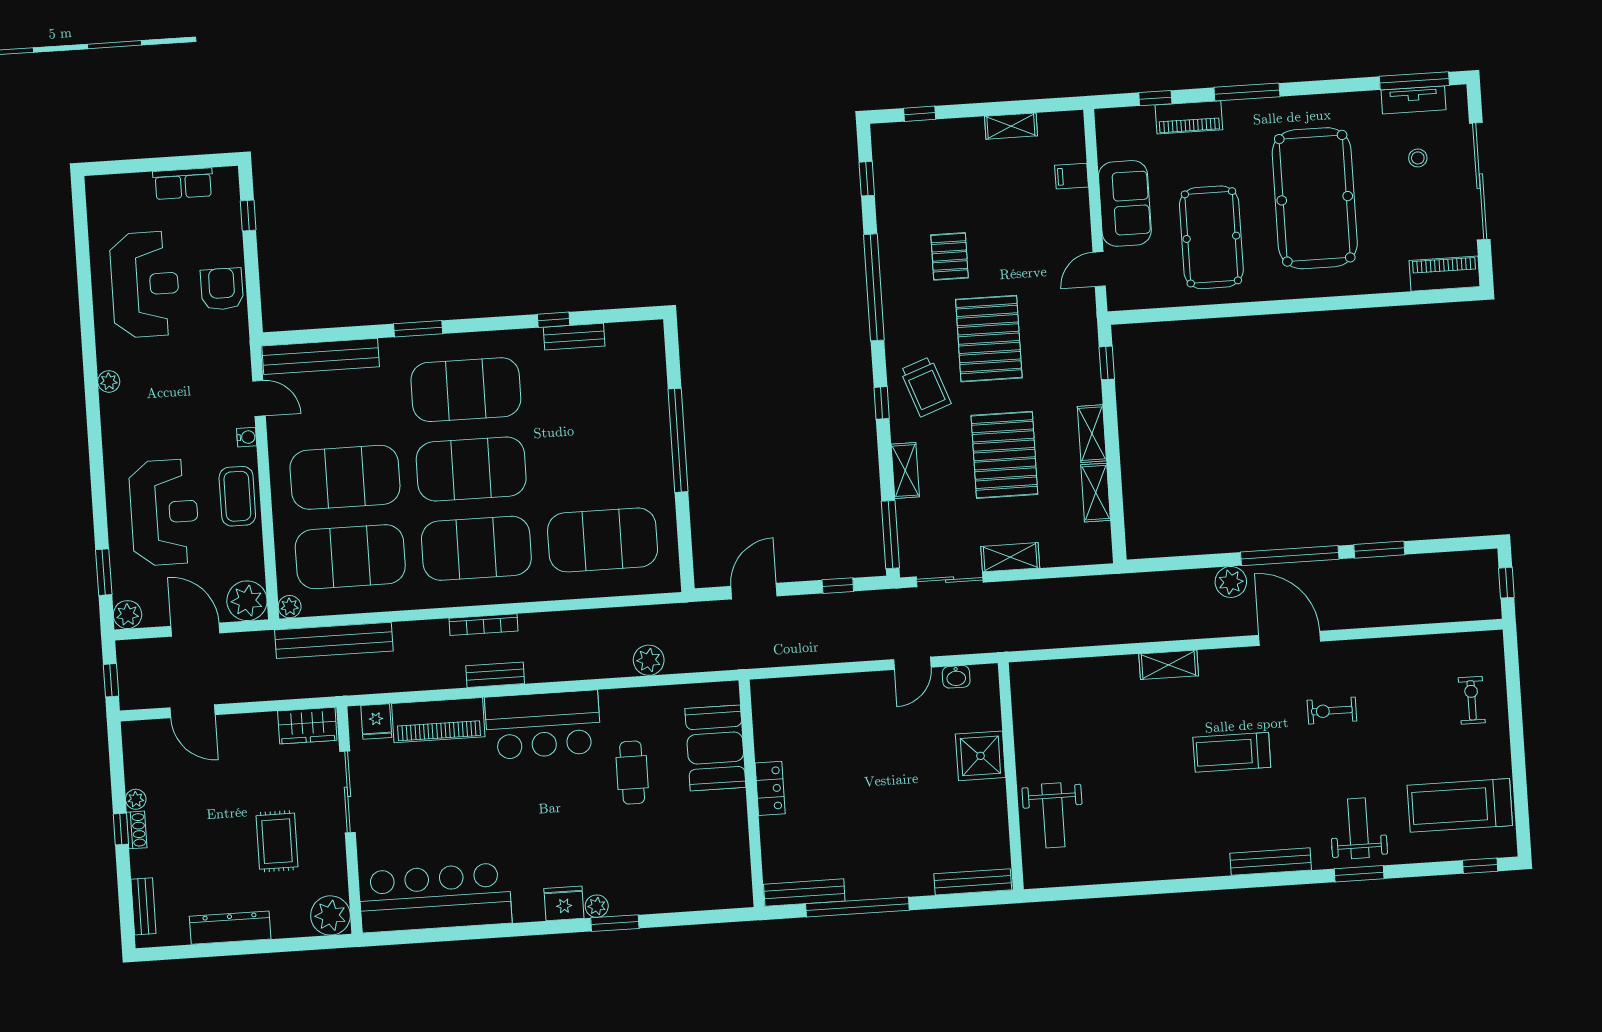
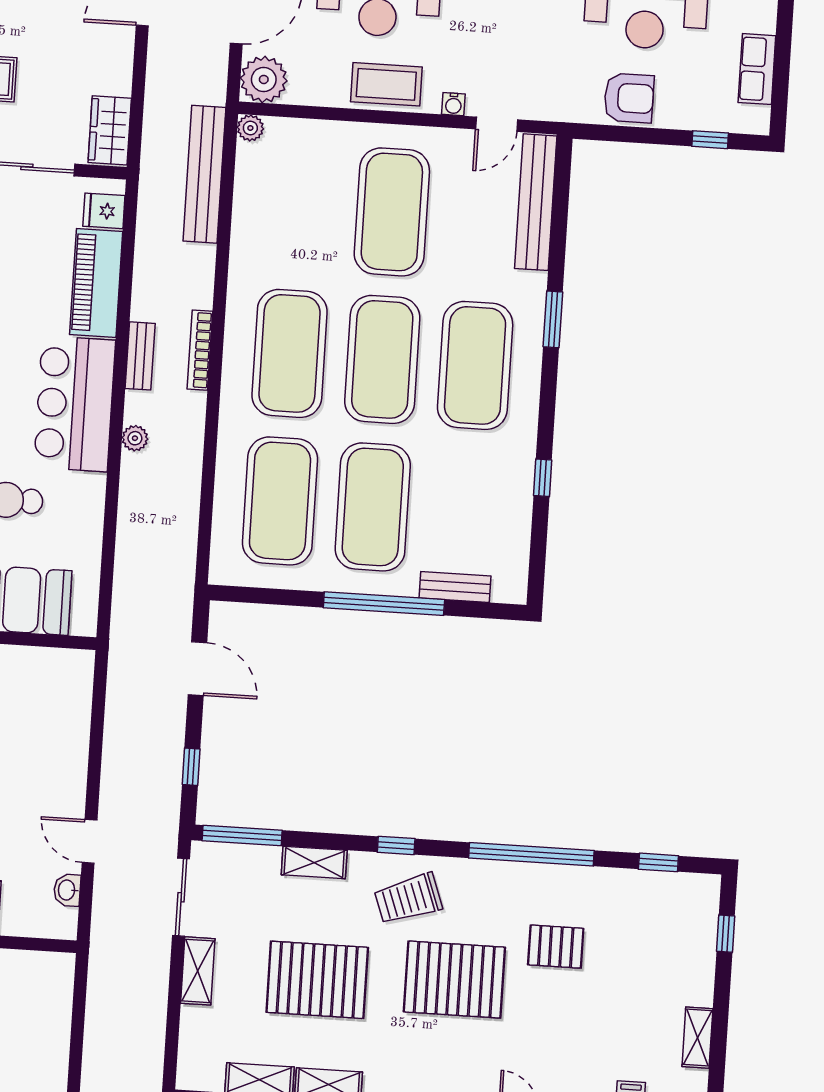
bench: (574, 337) -> (455, 587), moved, turned 90
exercise mat: (350, 557) -> (373, 507), moved
plant: (649, 660) -> (135, 438), moved, width x0.73, depth x0.73

